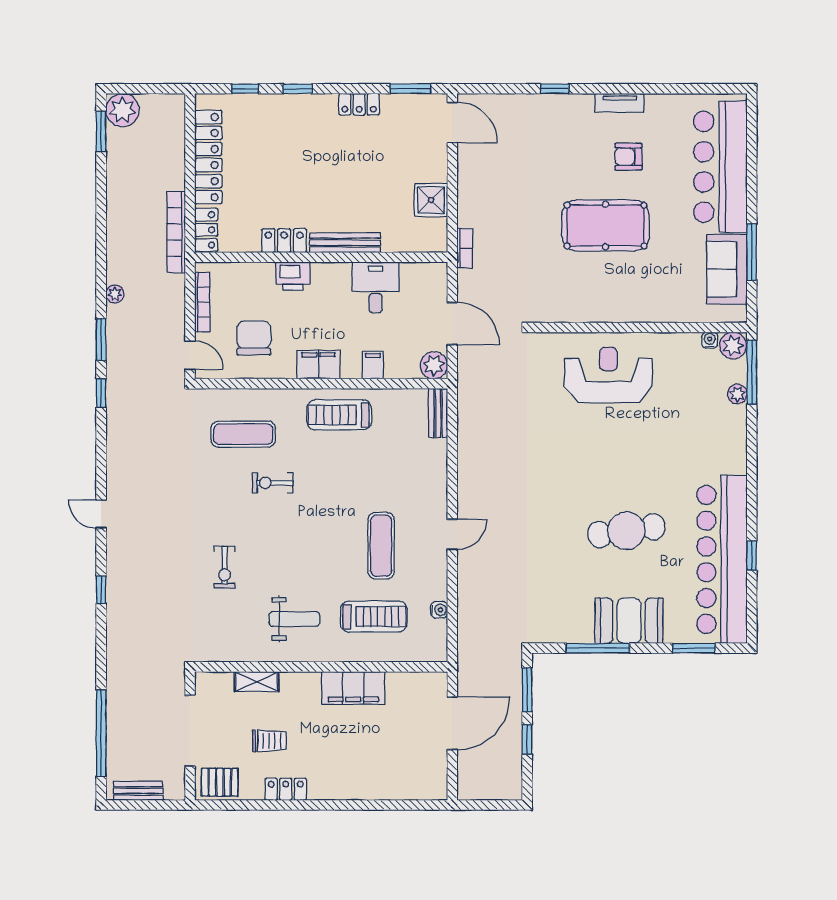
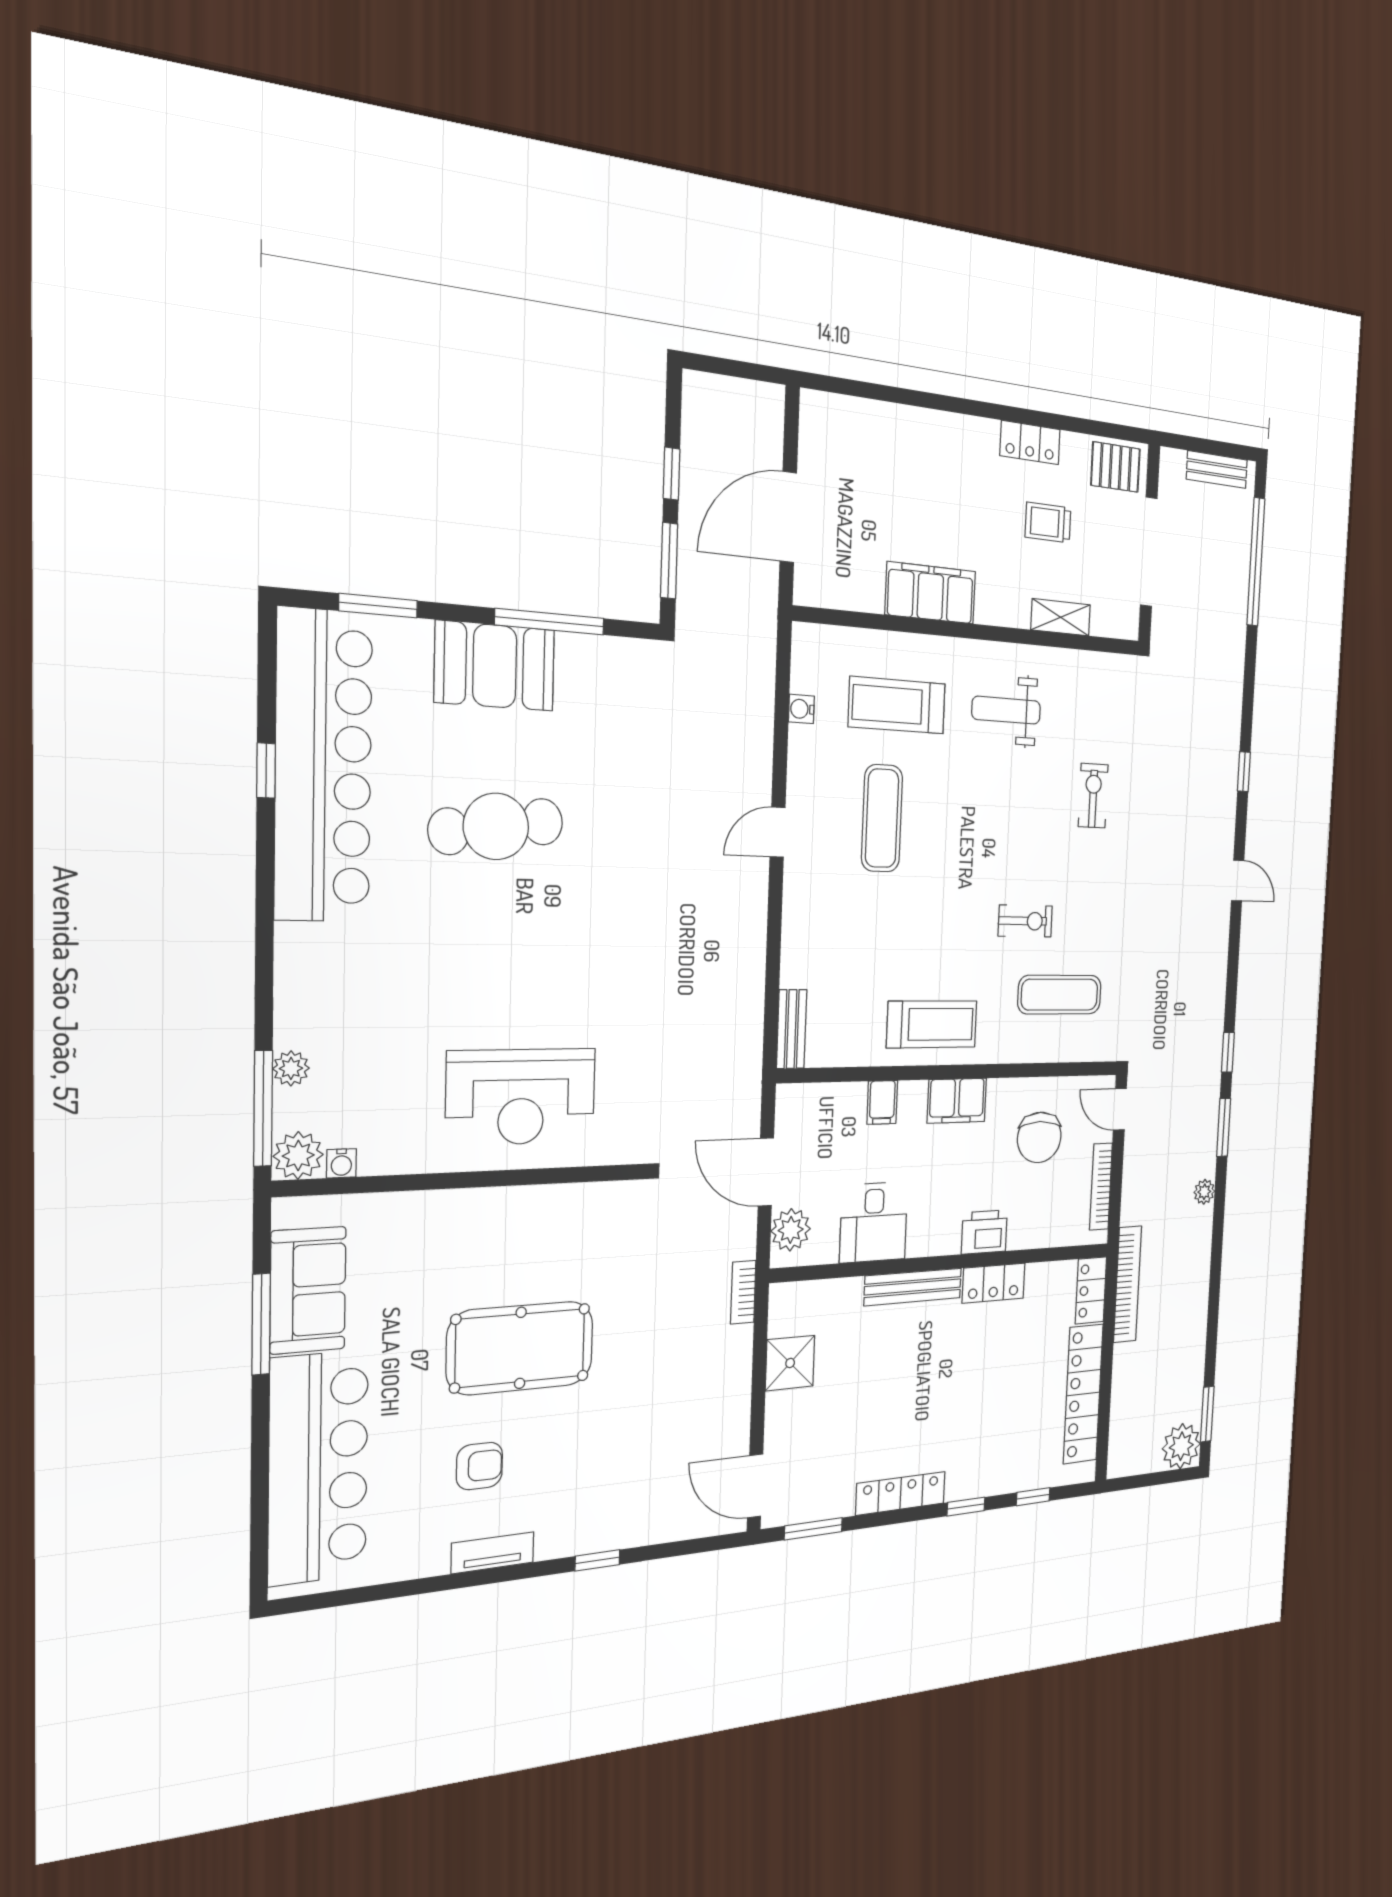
locker: (359, 104) -> (901, 1493), width x1.53
plant: (434, 365) -> (791, 1230), moved

